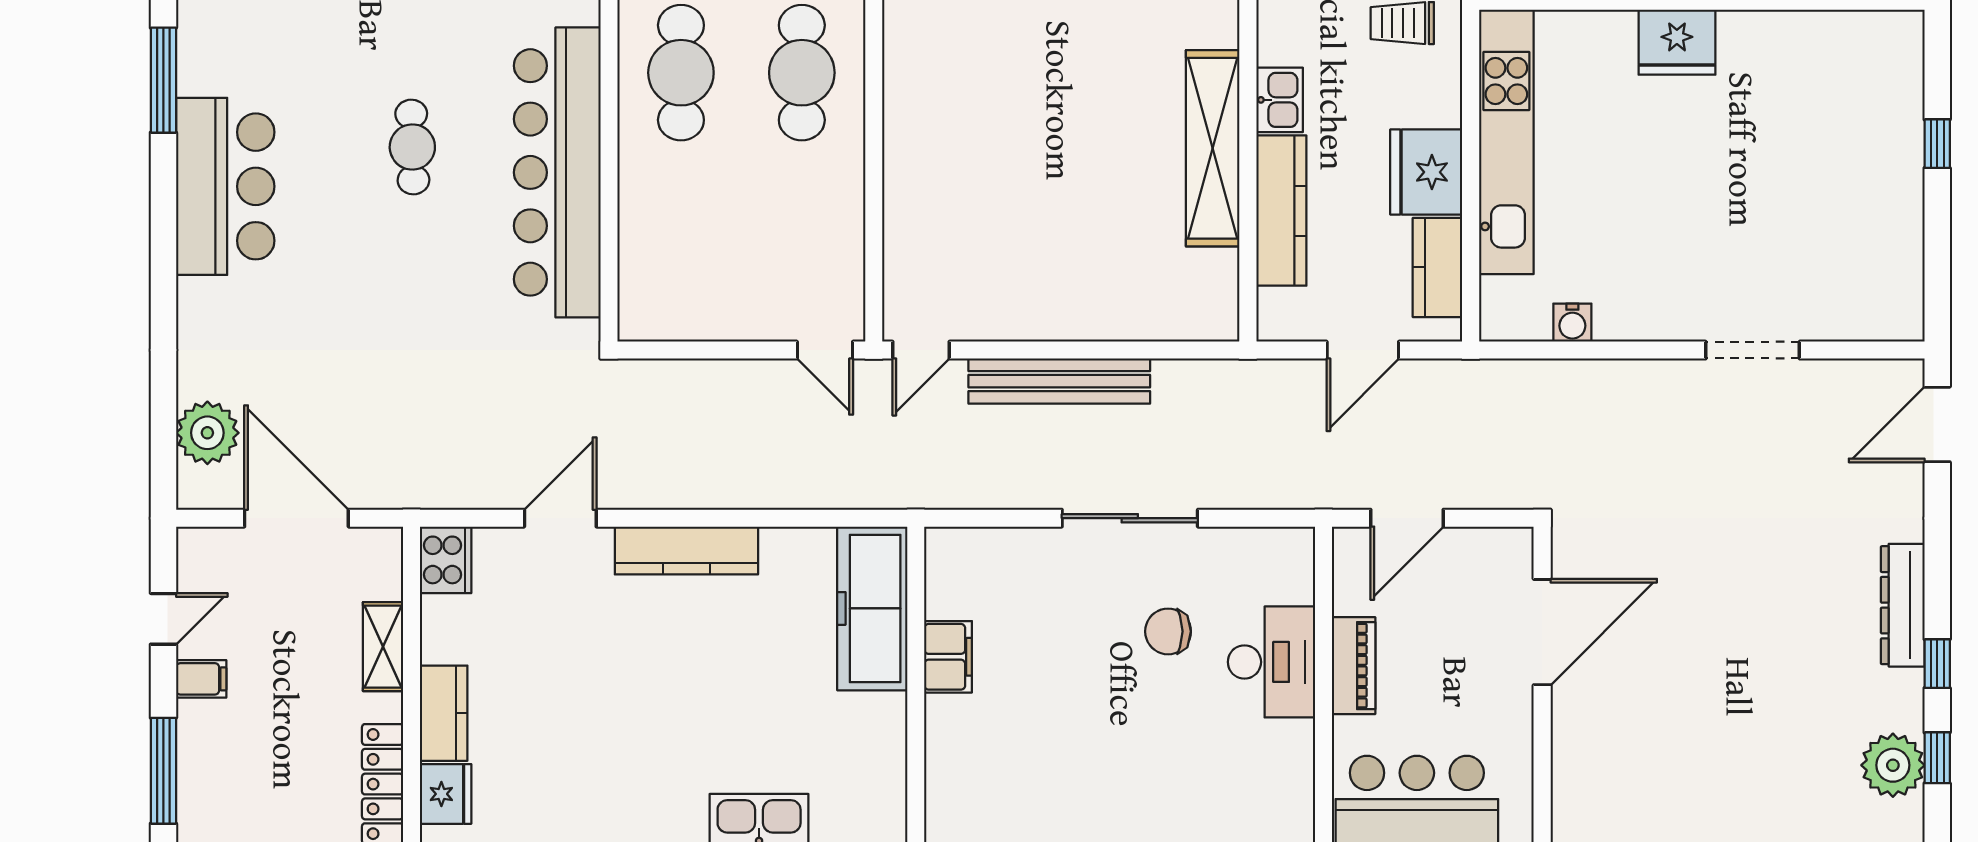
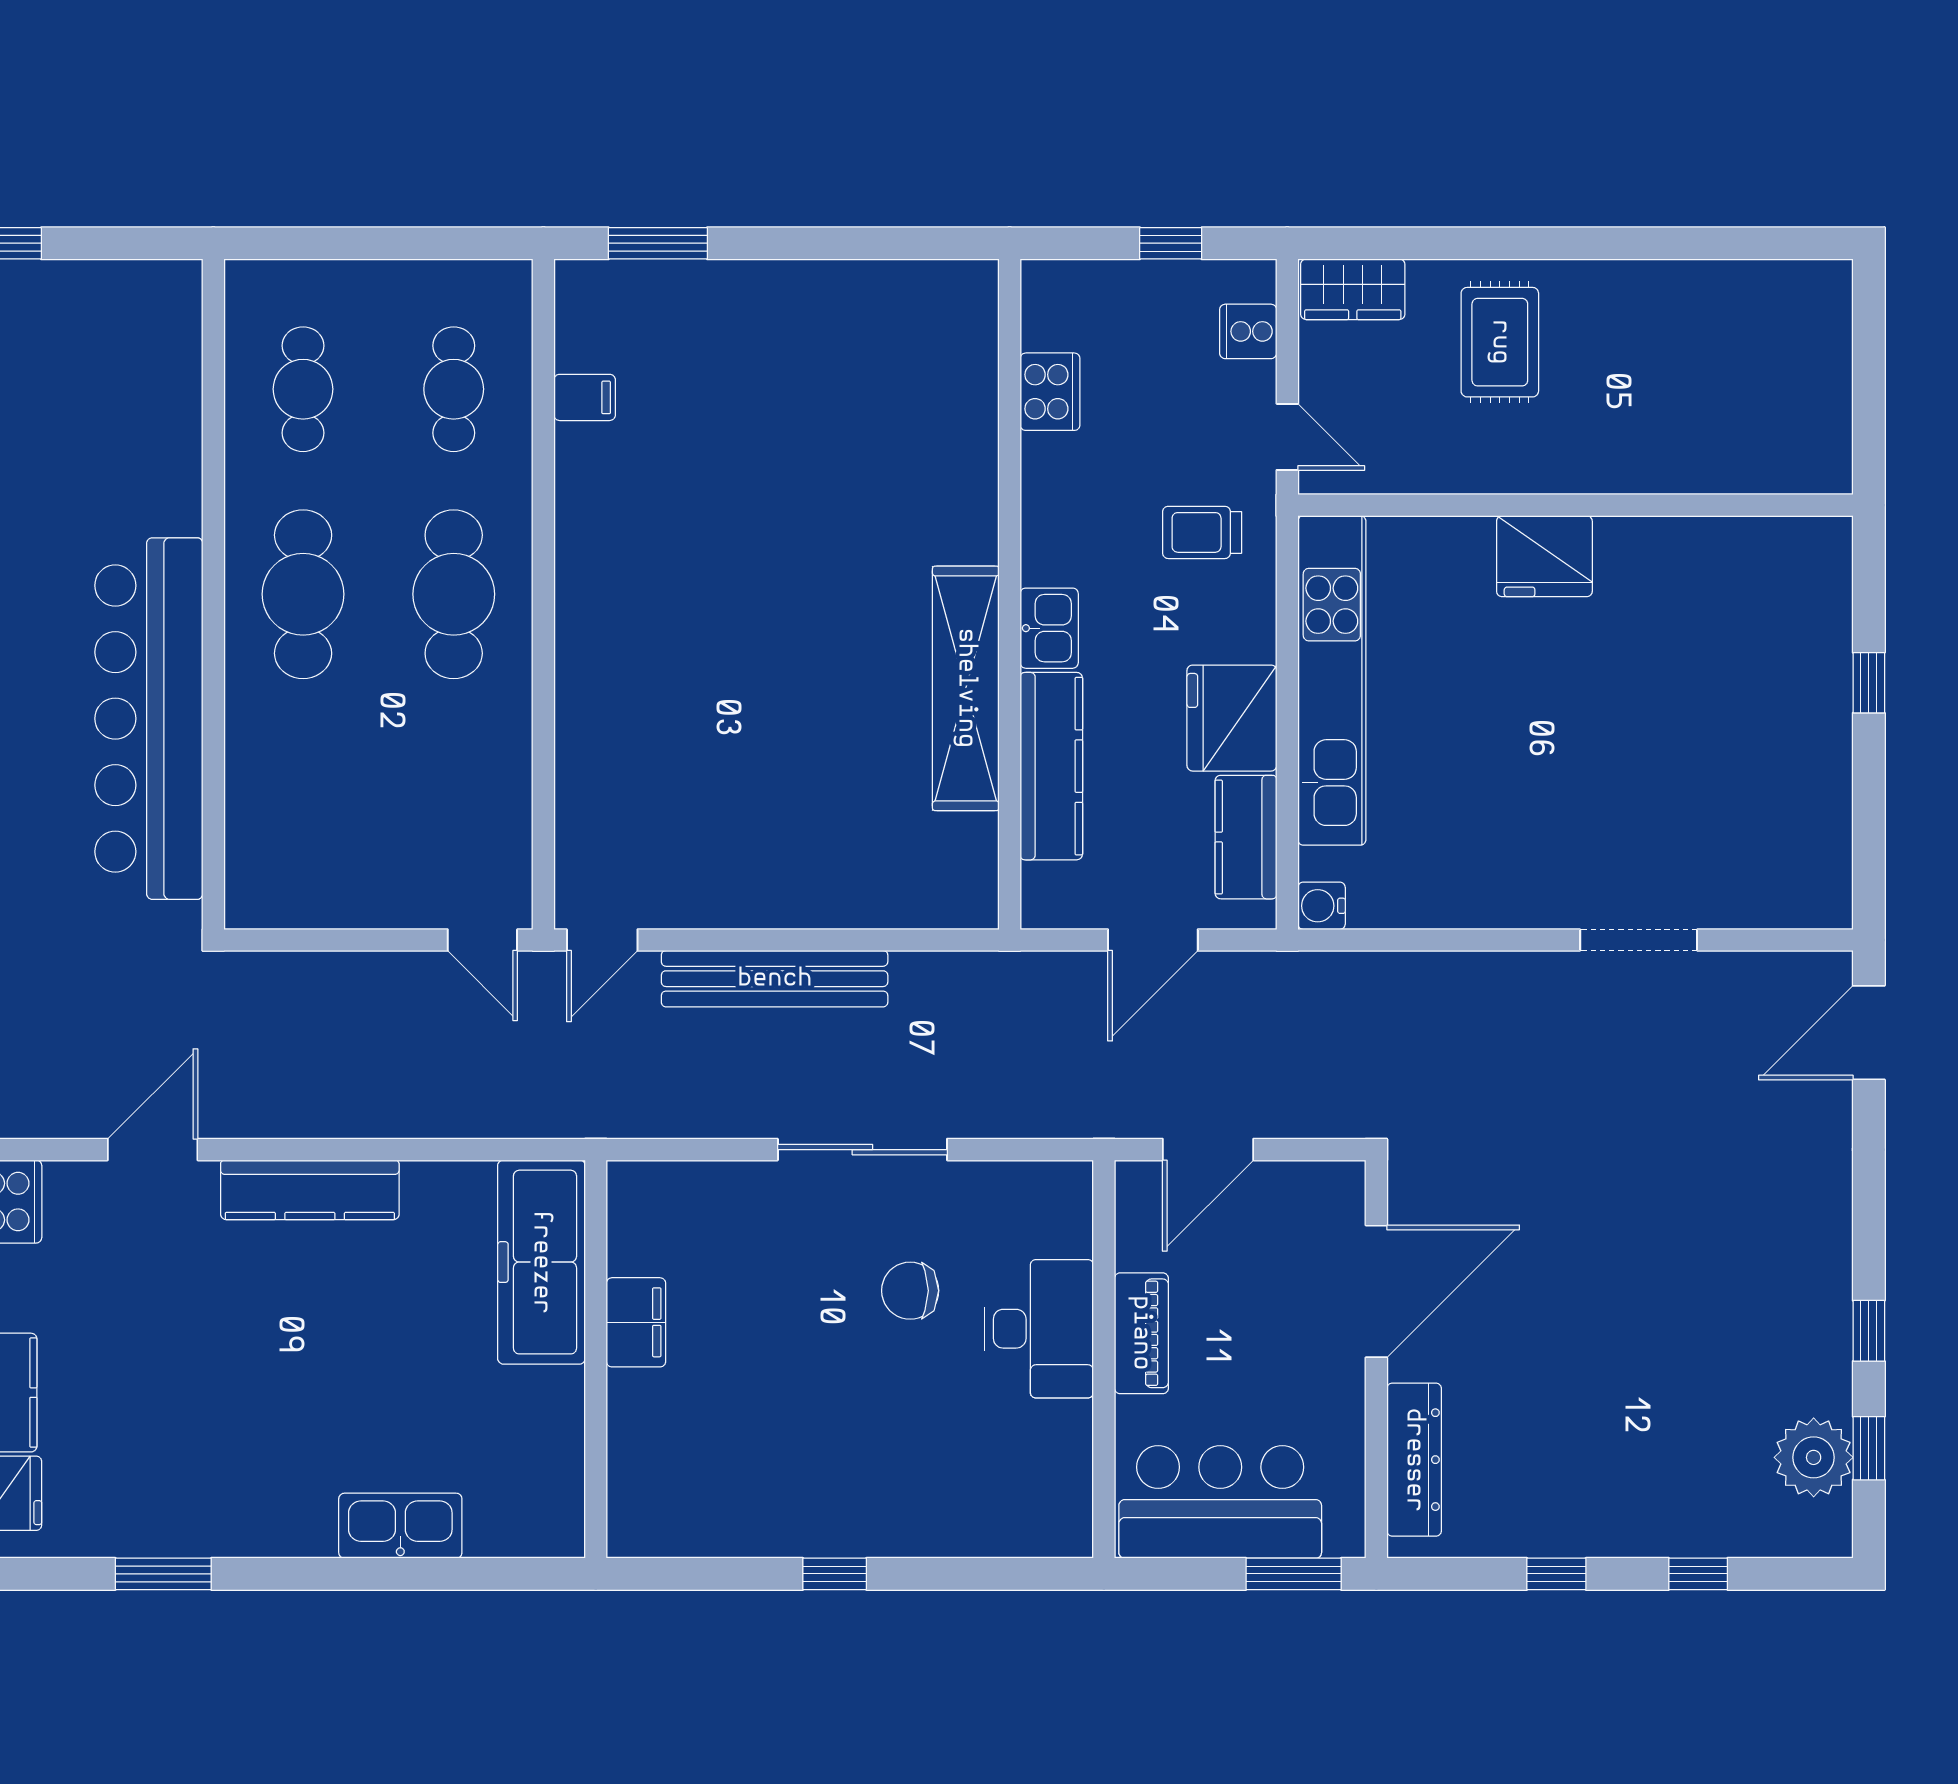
water cooler: (1572, 323) -> (1322, 906), moved, turned 90
dresser: (1903, 605) -> (1414, 1460), moved, turned 180

